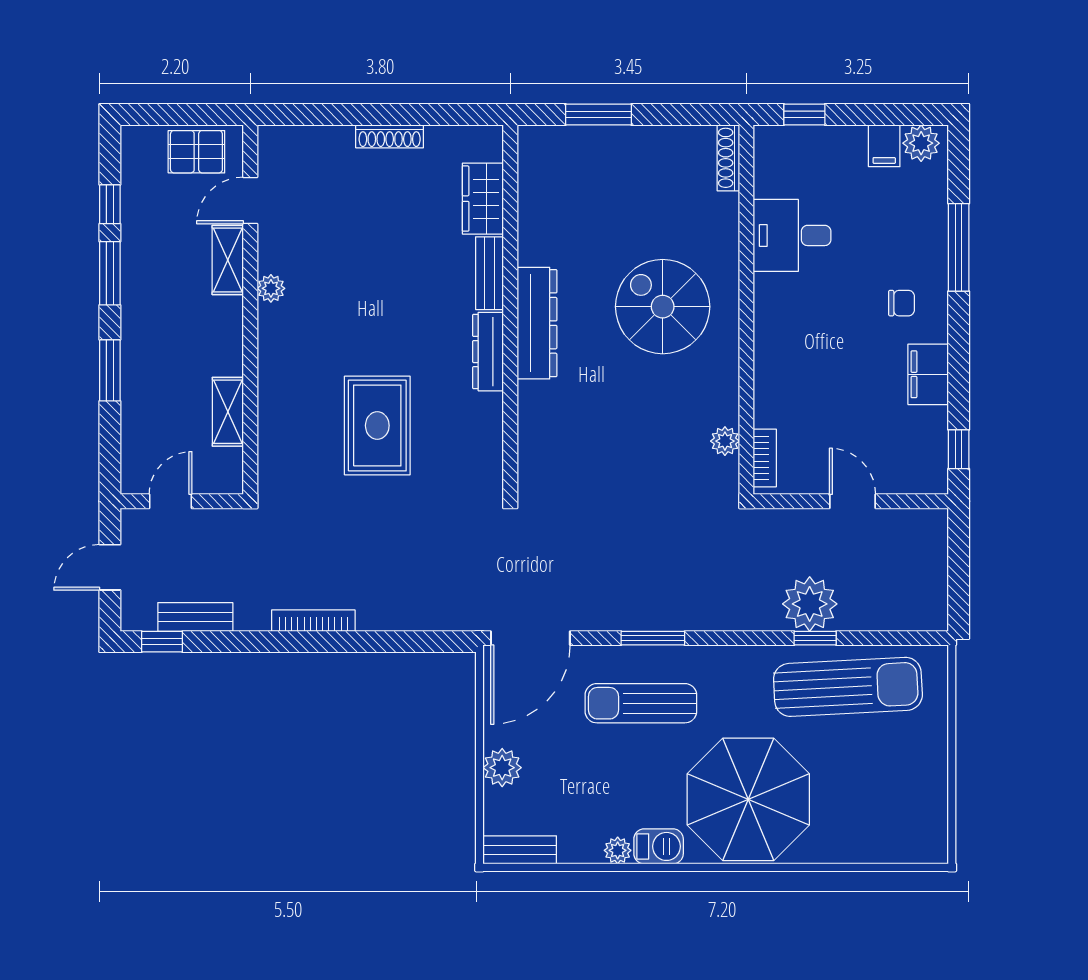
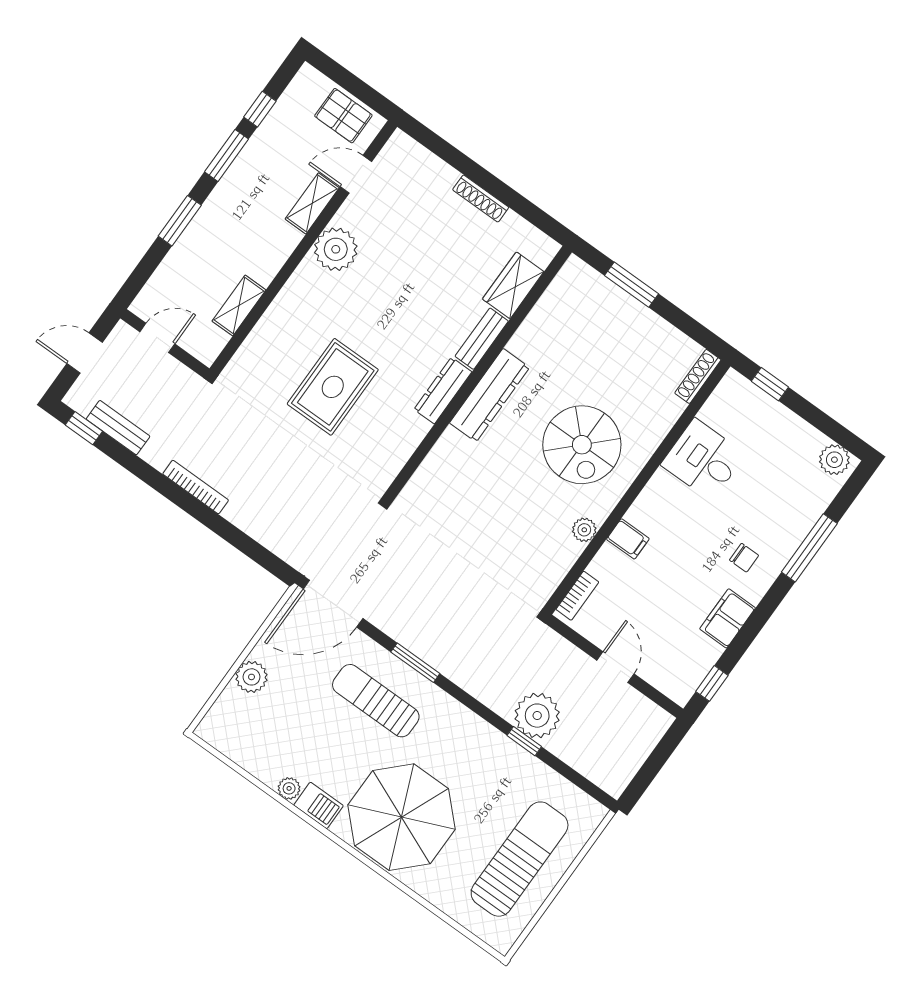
filing cabinet: (884, 146) -> (628, 539), moved, turned -90
plant: (271, 288) -> (336, 249), width x1.87, depth x1.87
spiral stairs: (663, 307) -> (582, 445), turned 180
plant: (725, 441) -> (584, 530), moved
sun lounger: (848, 687) -> (520, 859), moved, turned -87
bench: (520, 850) -> (224, 741), removed

